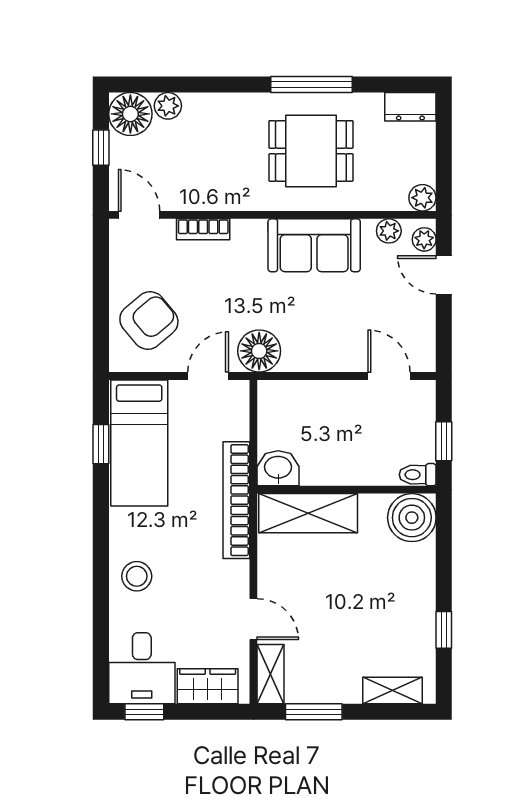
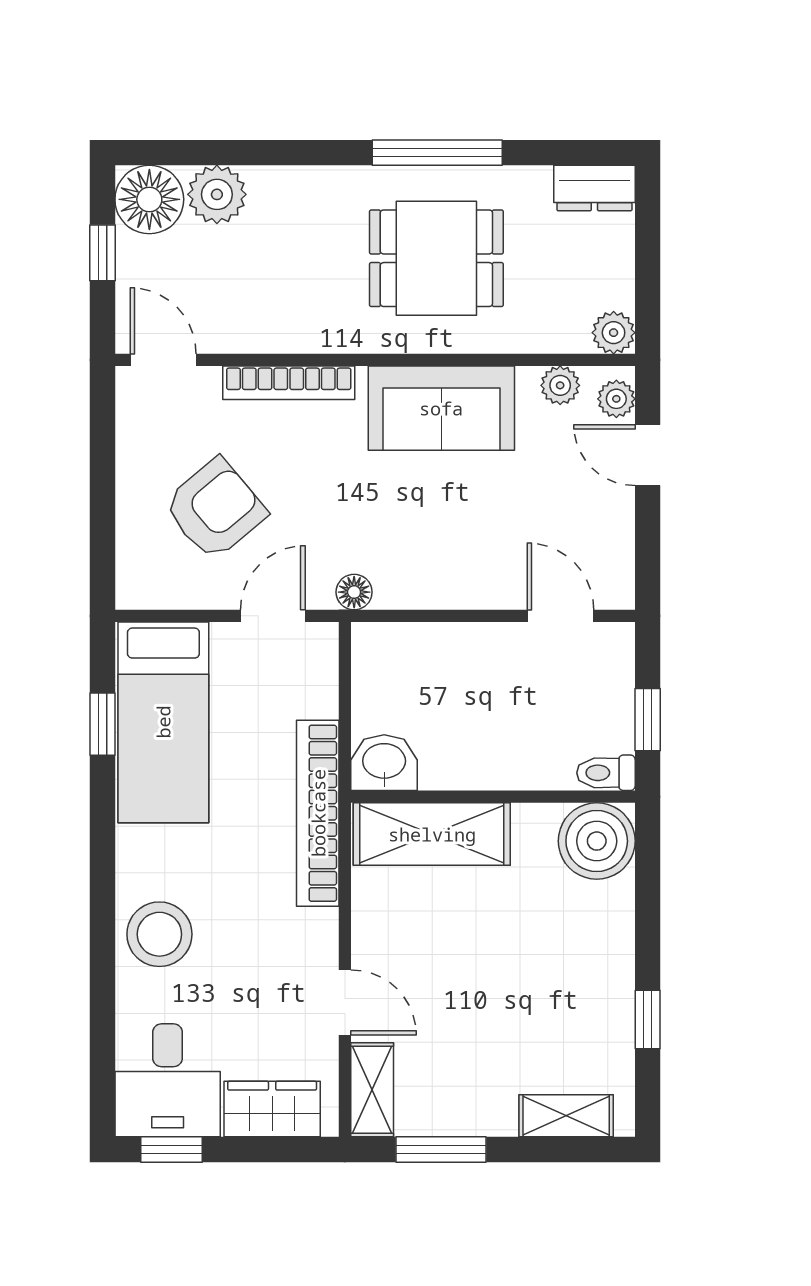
plant: (168, 106) -> (217, 194), width x1.38, depth x1.38
bookcase: (203, 229) -> (289, 383), width x1.56
armchair: (149, 320) -> (215, 509), moved
floor lamp: (259, 351) -> (354, 592), width x0.53, depth x0.53
stool: (137, 576) -> (159, 934), width x1.38, depth x1.38

